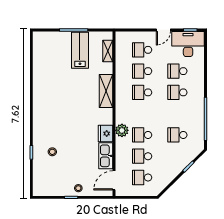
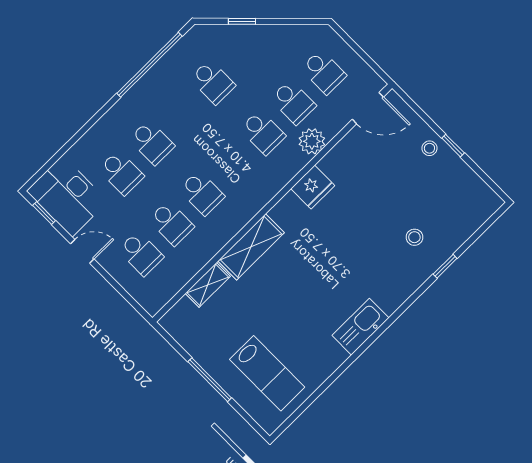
lab bench: (80, 50) -> (267, 373), moved, turned -90
shelving: (108, 51) -> (208, 285), moved
plant: (122, 130) -> (312, 141), moved
kitchen sink: (106, 156) -> (361, 327), moved, turned 180

